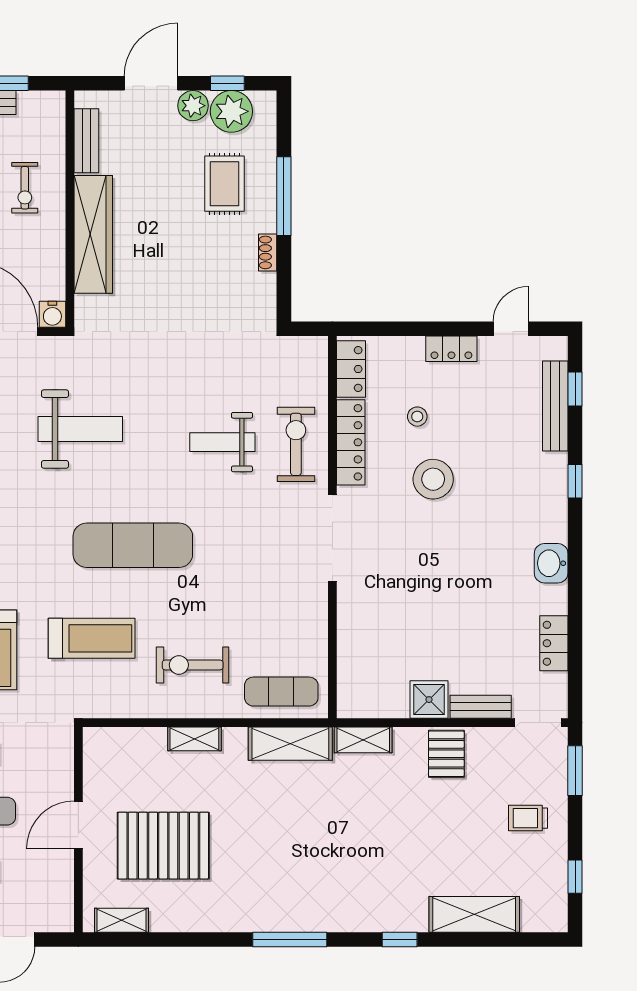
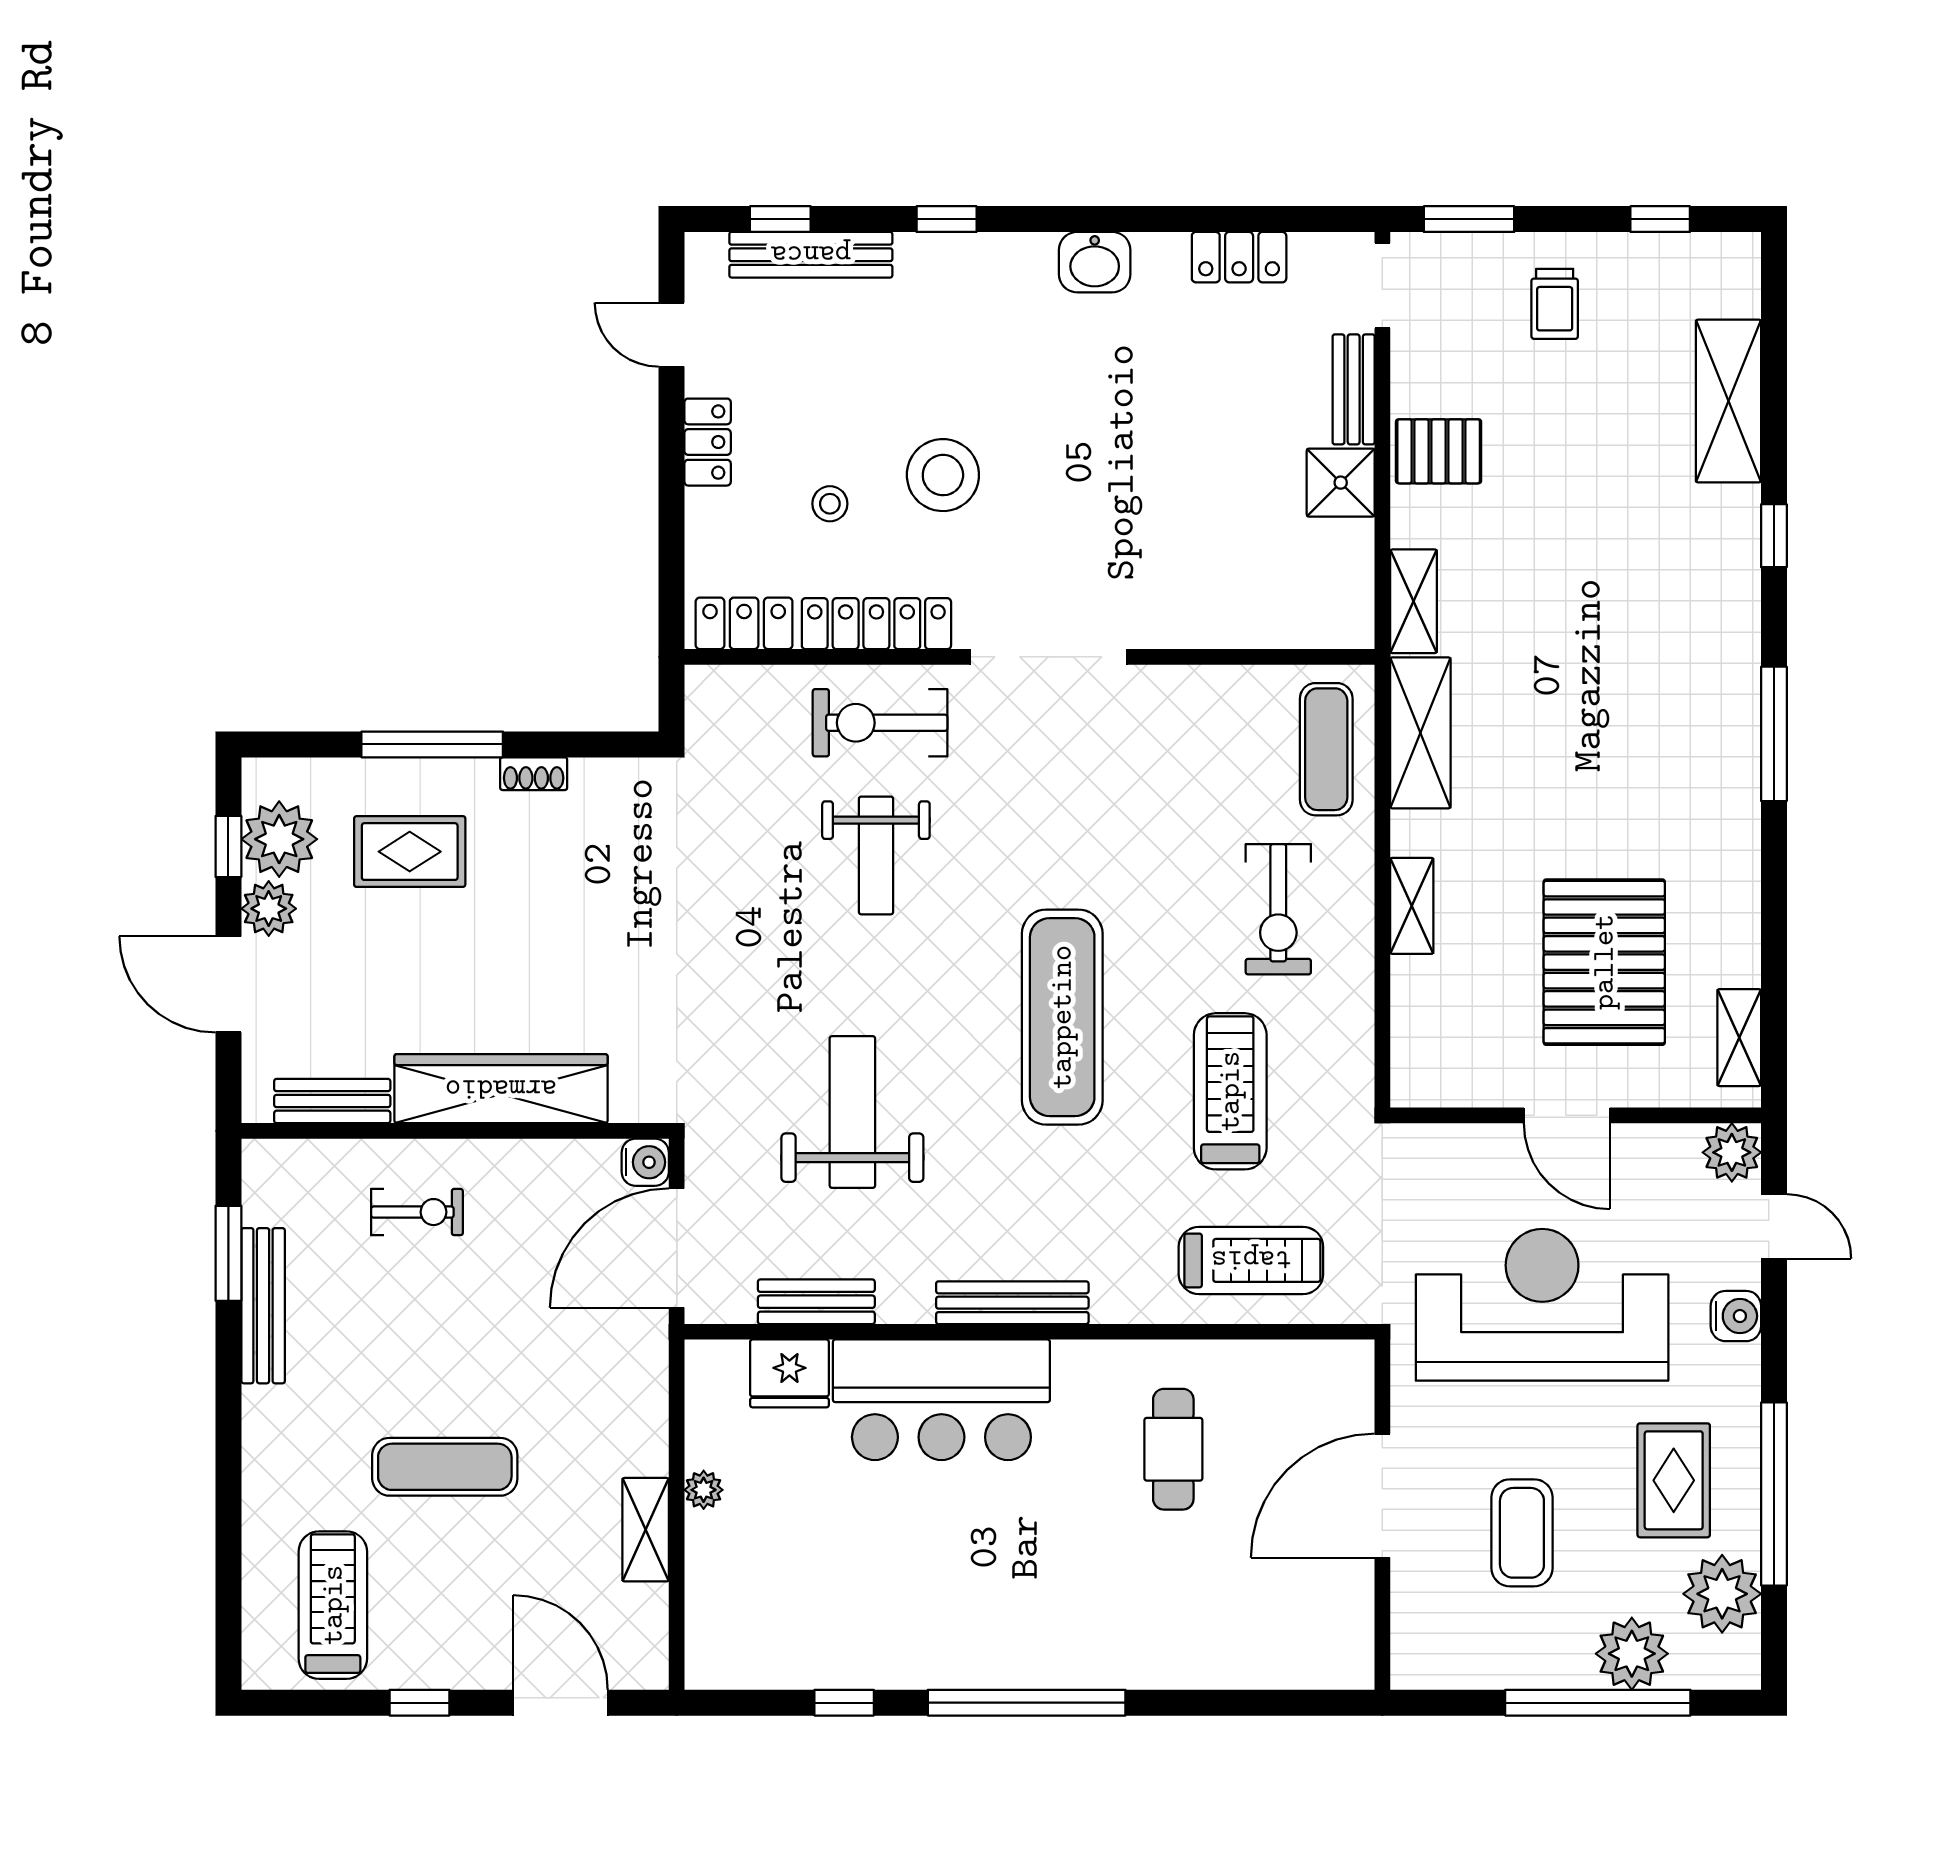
plant: (58, 916) -> (1732, 1152), added

